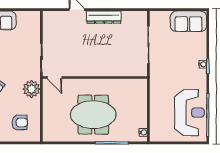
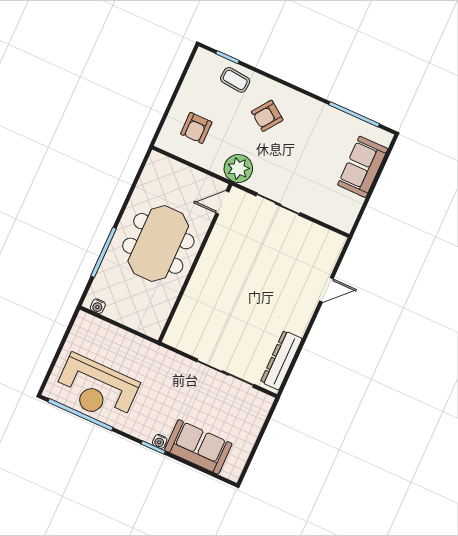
dresser: (104, 17) -> (281, 360), moved
sofa: (189, 21) -> (198, 447), moved, turned 90
door: (54, 77) -> (222, 203), moved
wall: (95, 77) -> (195, 263), moved

